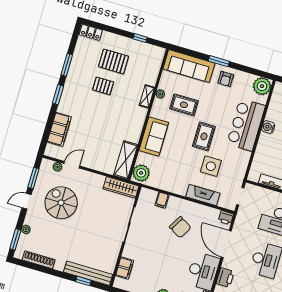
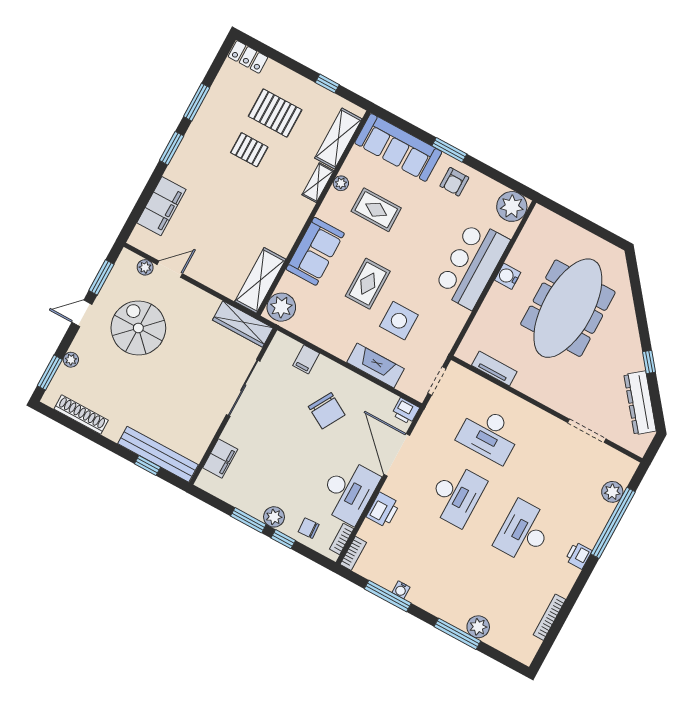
shelving: (153, 68) -> (338, 138), added
rug: (204, 136) -> (368, 284), moved

